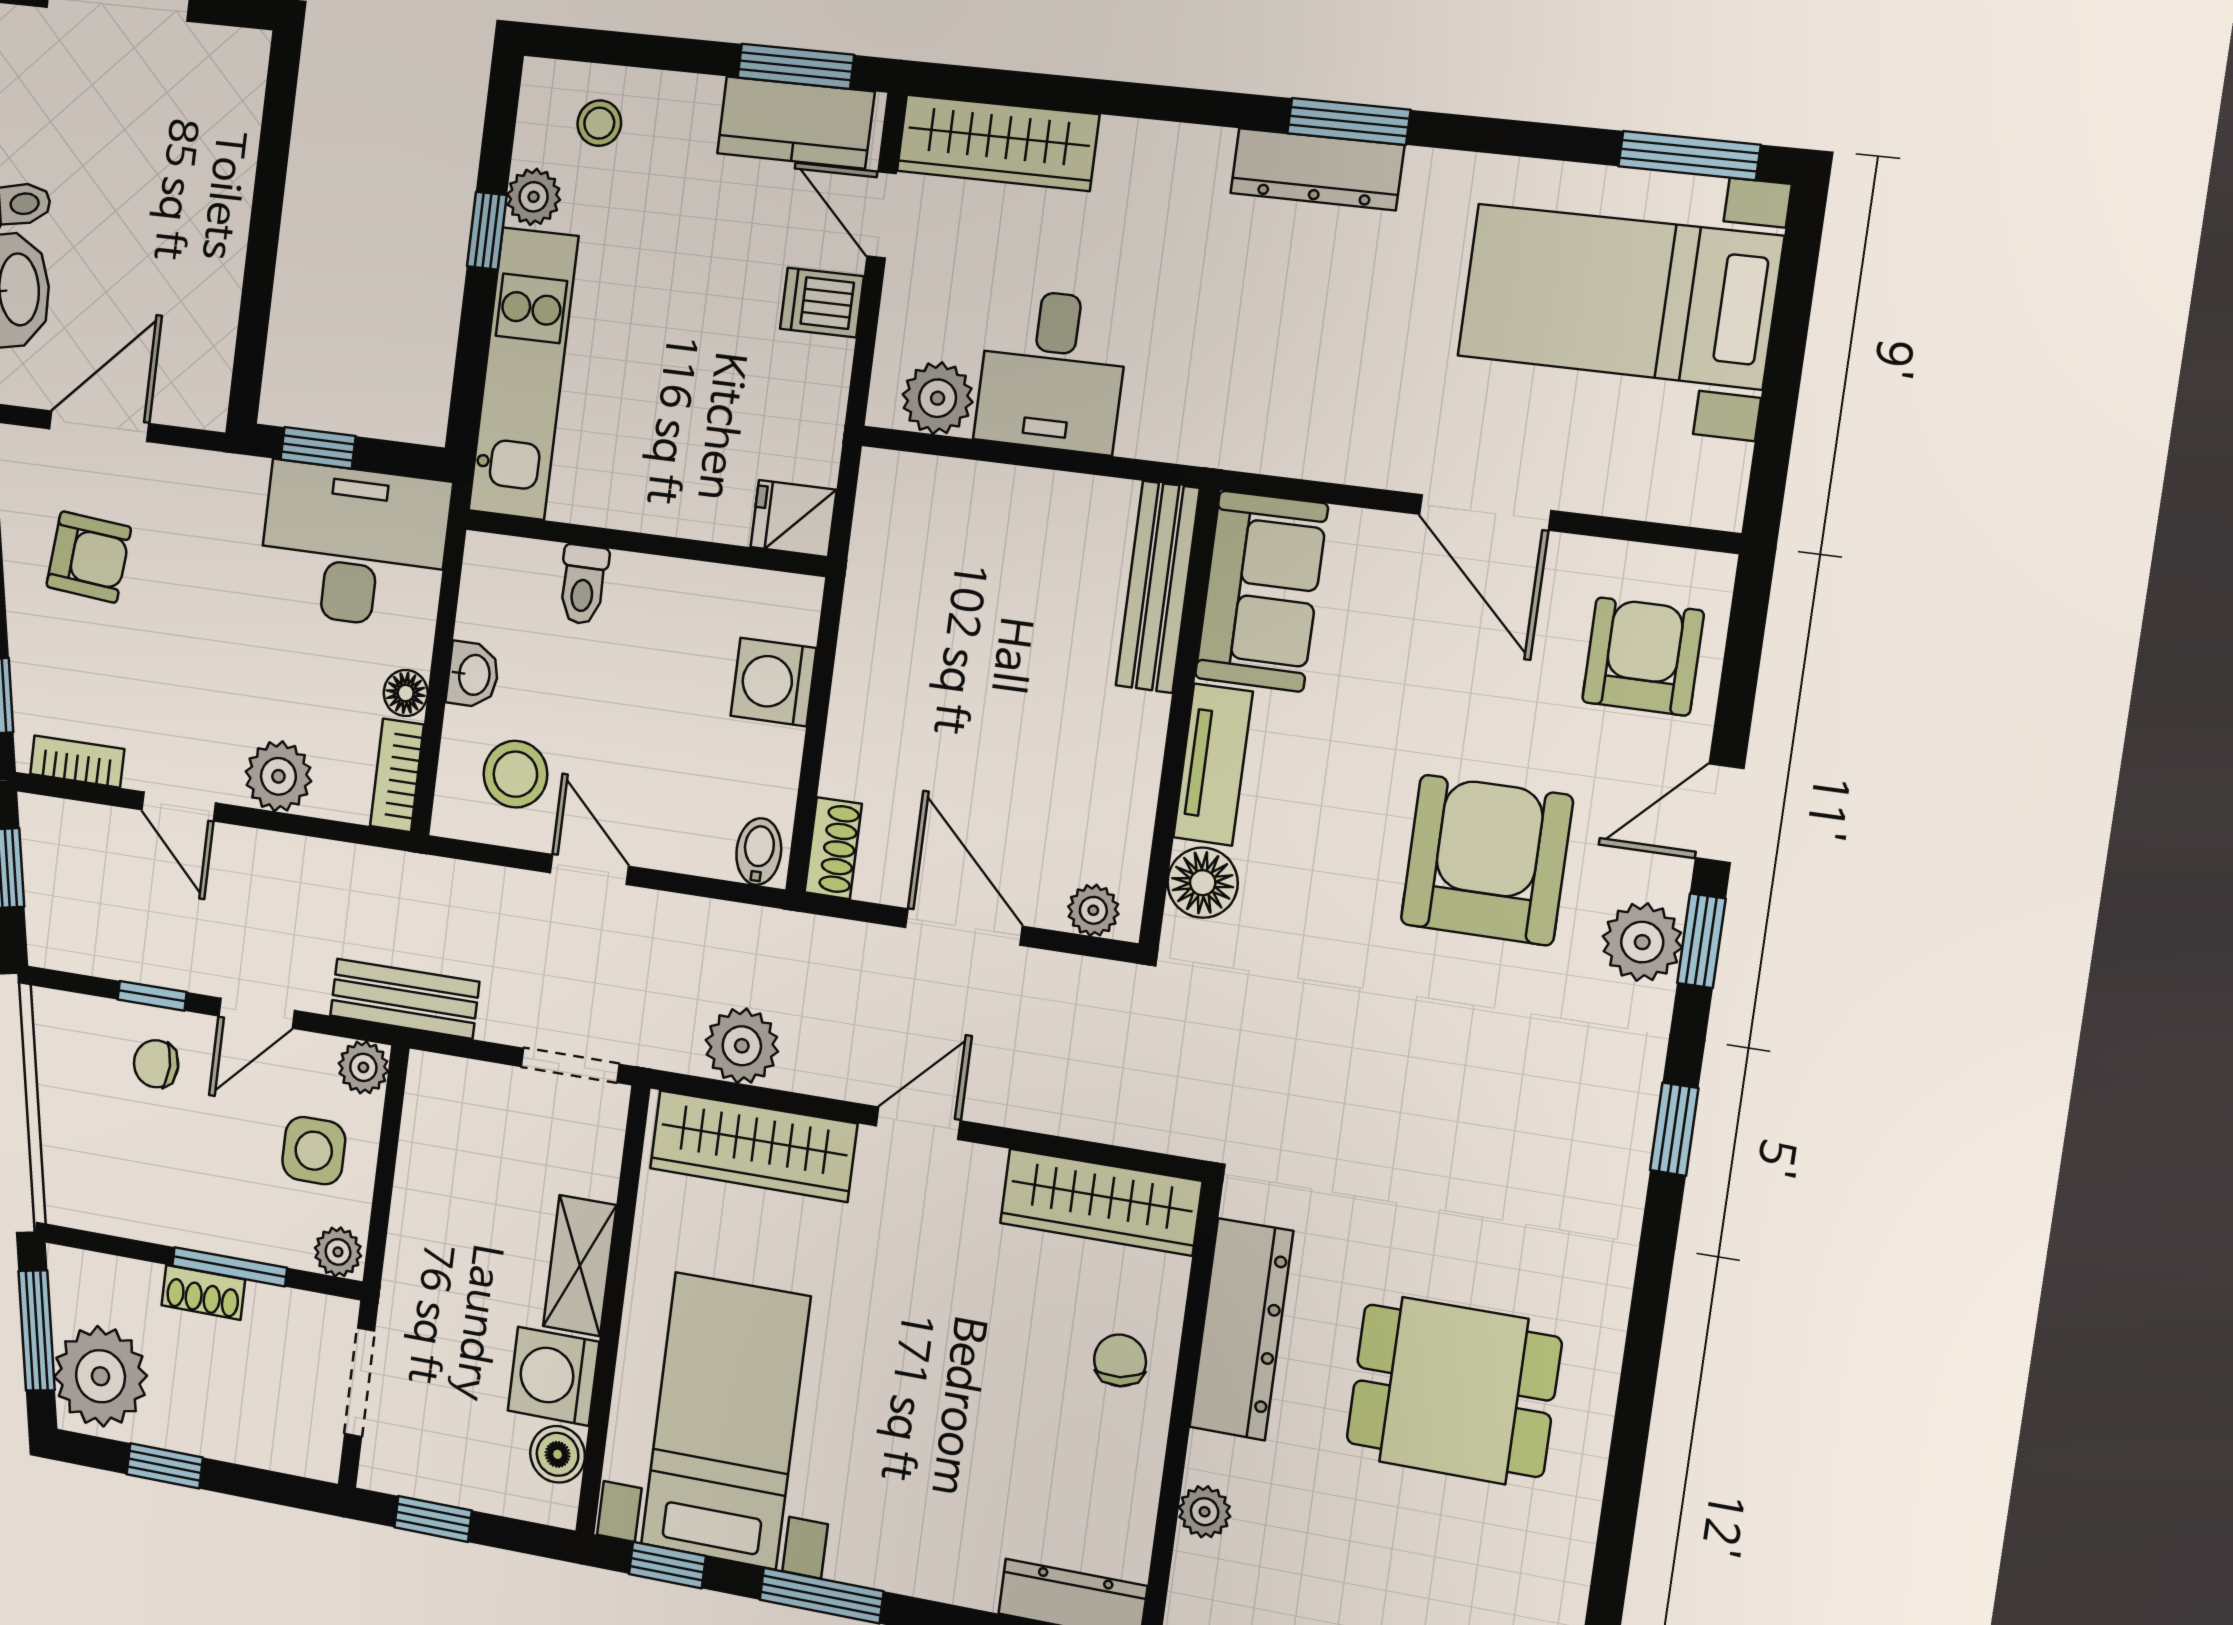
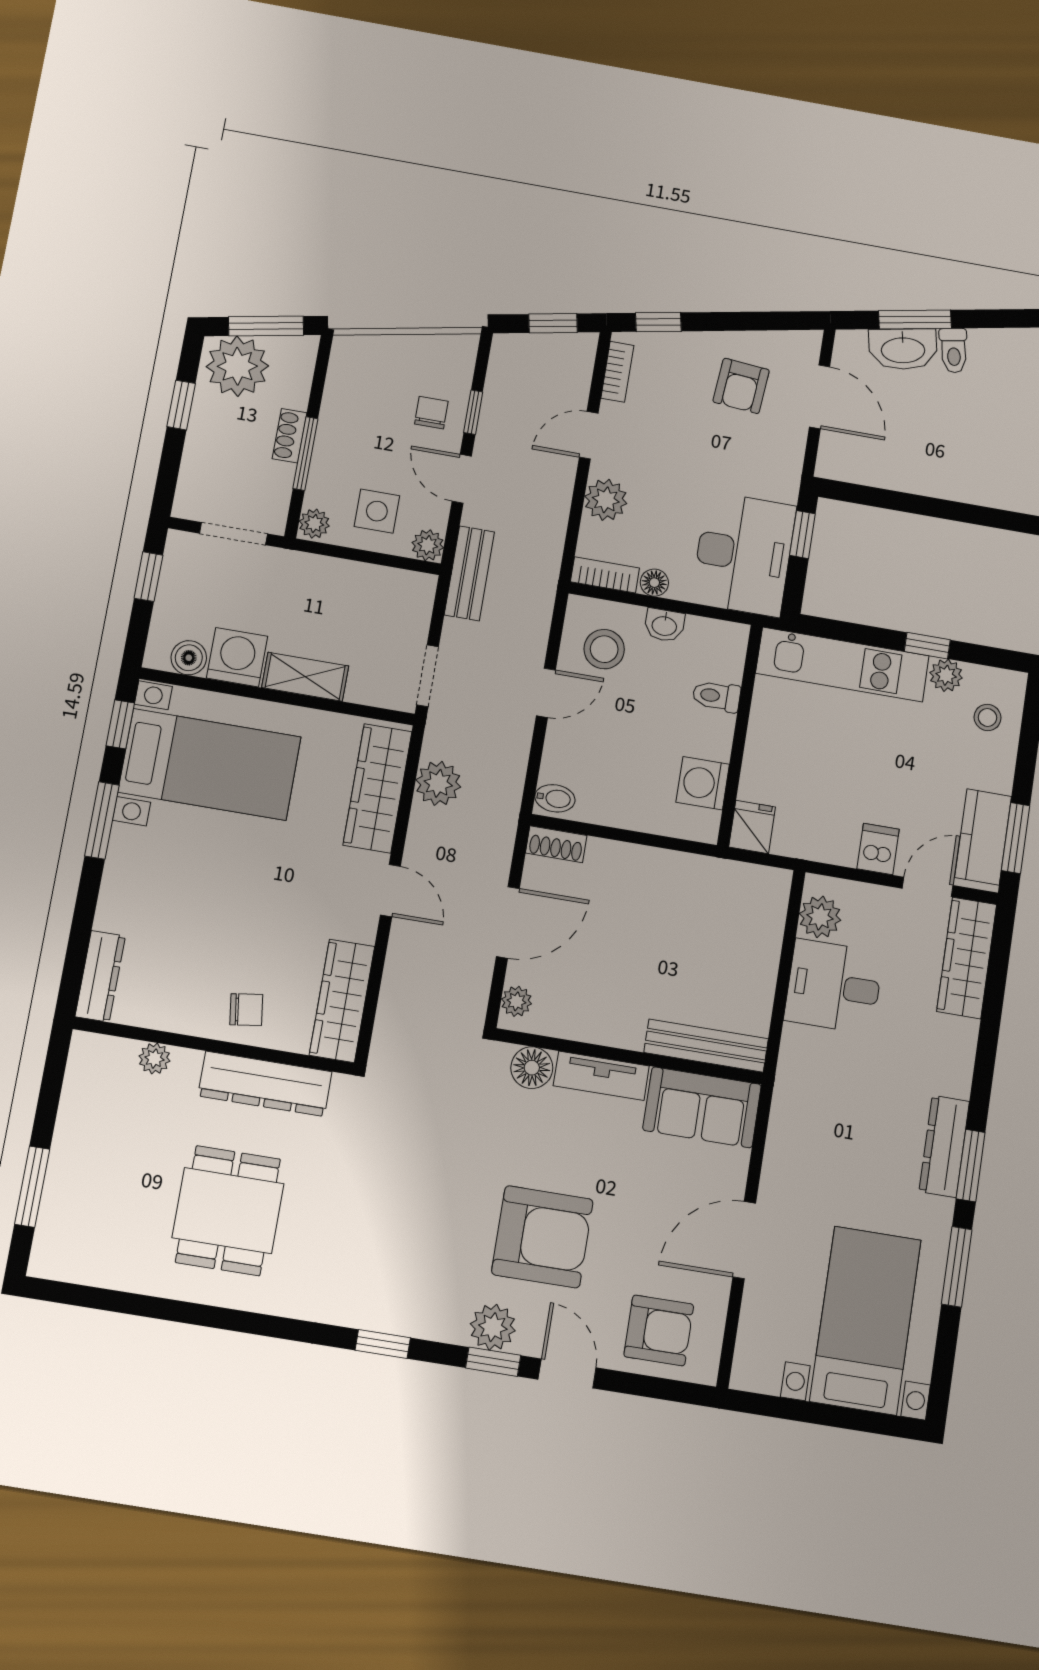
window: (1689, 156) -> (957, 1267), moved
washing machine: (773, 682) -> (703, 783), moved, turned -90

